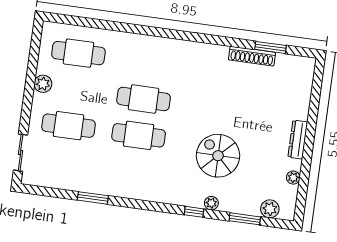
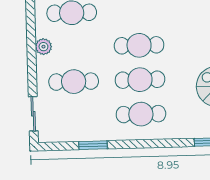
cafe table: (134, 172) -> (141, 114), added
window: (93, 198) -> (93, 145), moved

